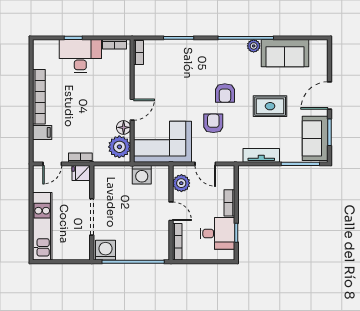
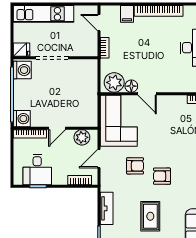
fridge: (81, 173) -> (21, 50), moved, turned 90
washing machine: (142, 175) -> (22, 119), moved, turned 180
bookcase: (229, 203) -> (80, 180), moved

